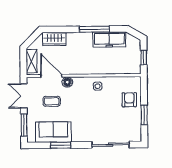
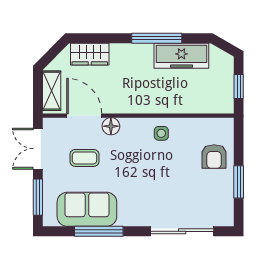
armchair: (129, 100) -> (214, 157), turned 180
window: (61, 145) -> (99, 231), width x1.44

